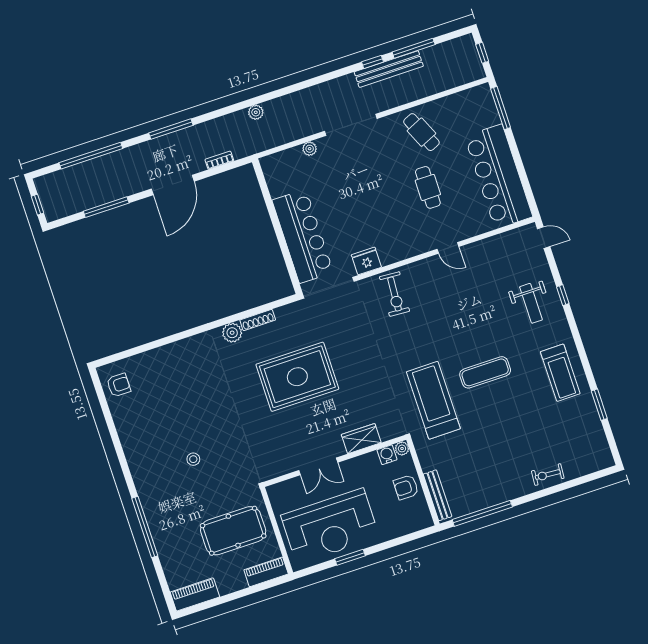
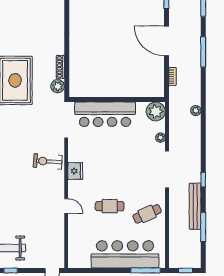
window: (373, 62) -> (203, 180), moved
plant: (275, 167) -> (156, 111), added
bar counter: (499, 176) -> (125, 254), moved
door: (448, 248) -> (66, 206), swing flipped
fridge: (366, 261) -> (75, 171), moved
plant: (232, 333) -> (58, 86), moved

